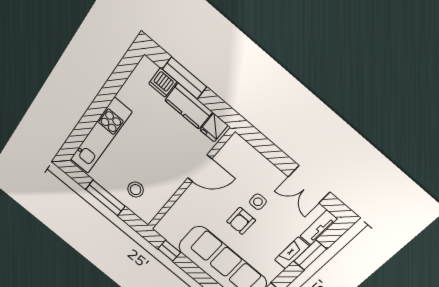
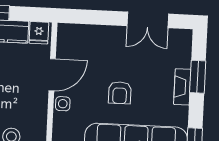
side table: (258, 202) -> (63, 104), moved
tv unit: (319, 228) -> (185, 48), removed

